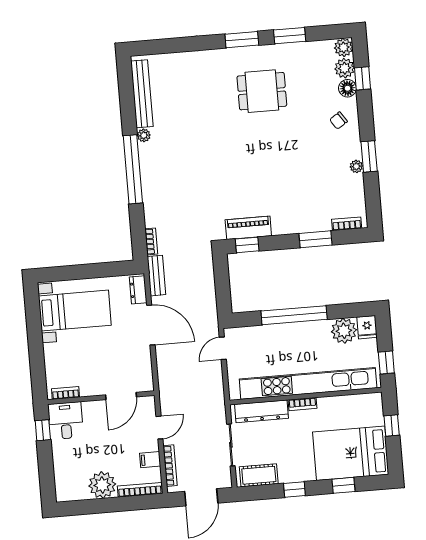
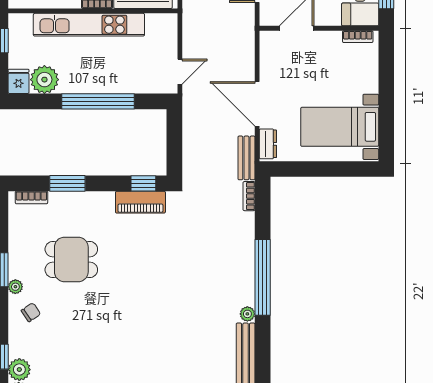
floor lamp: (347, 88) -> (18, 347), removed
dining table: (262, 91) -> (71, 259), moved
plant: (356, 166) -> (15, 287), moved
kitchen unit: (308, 383) -> (89, 25), width x0.73

